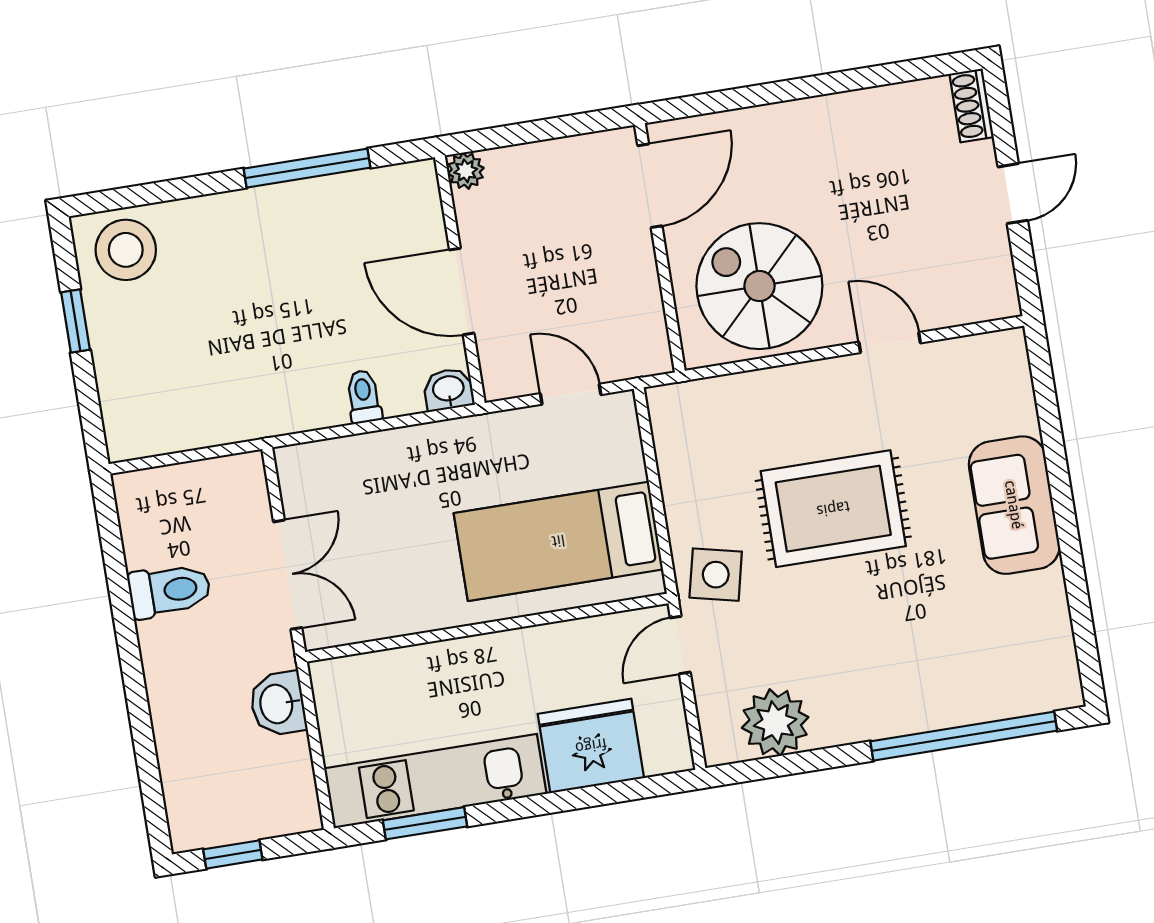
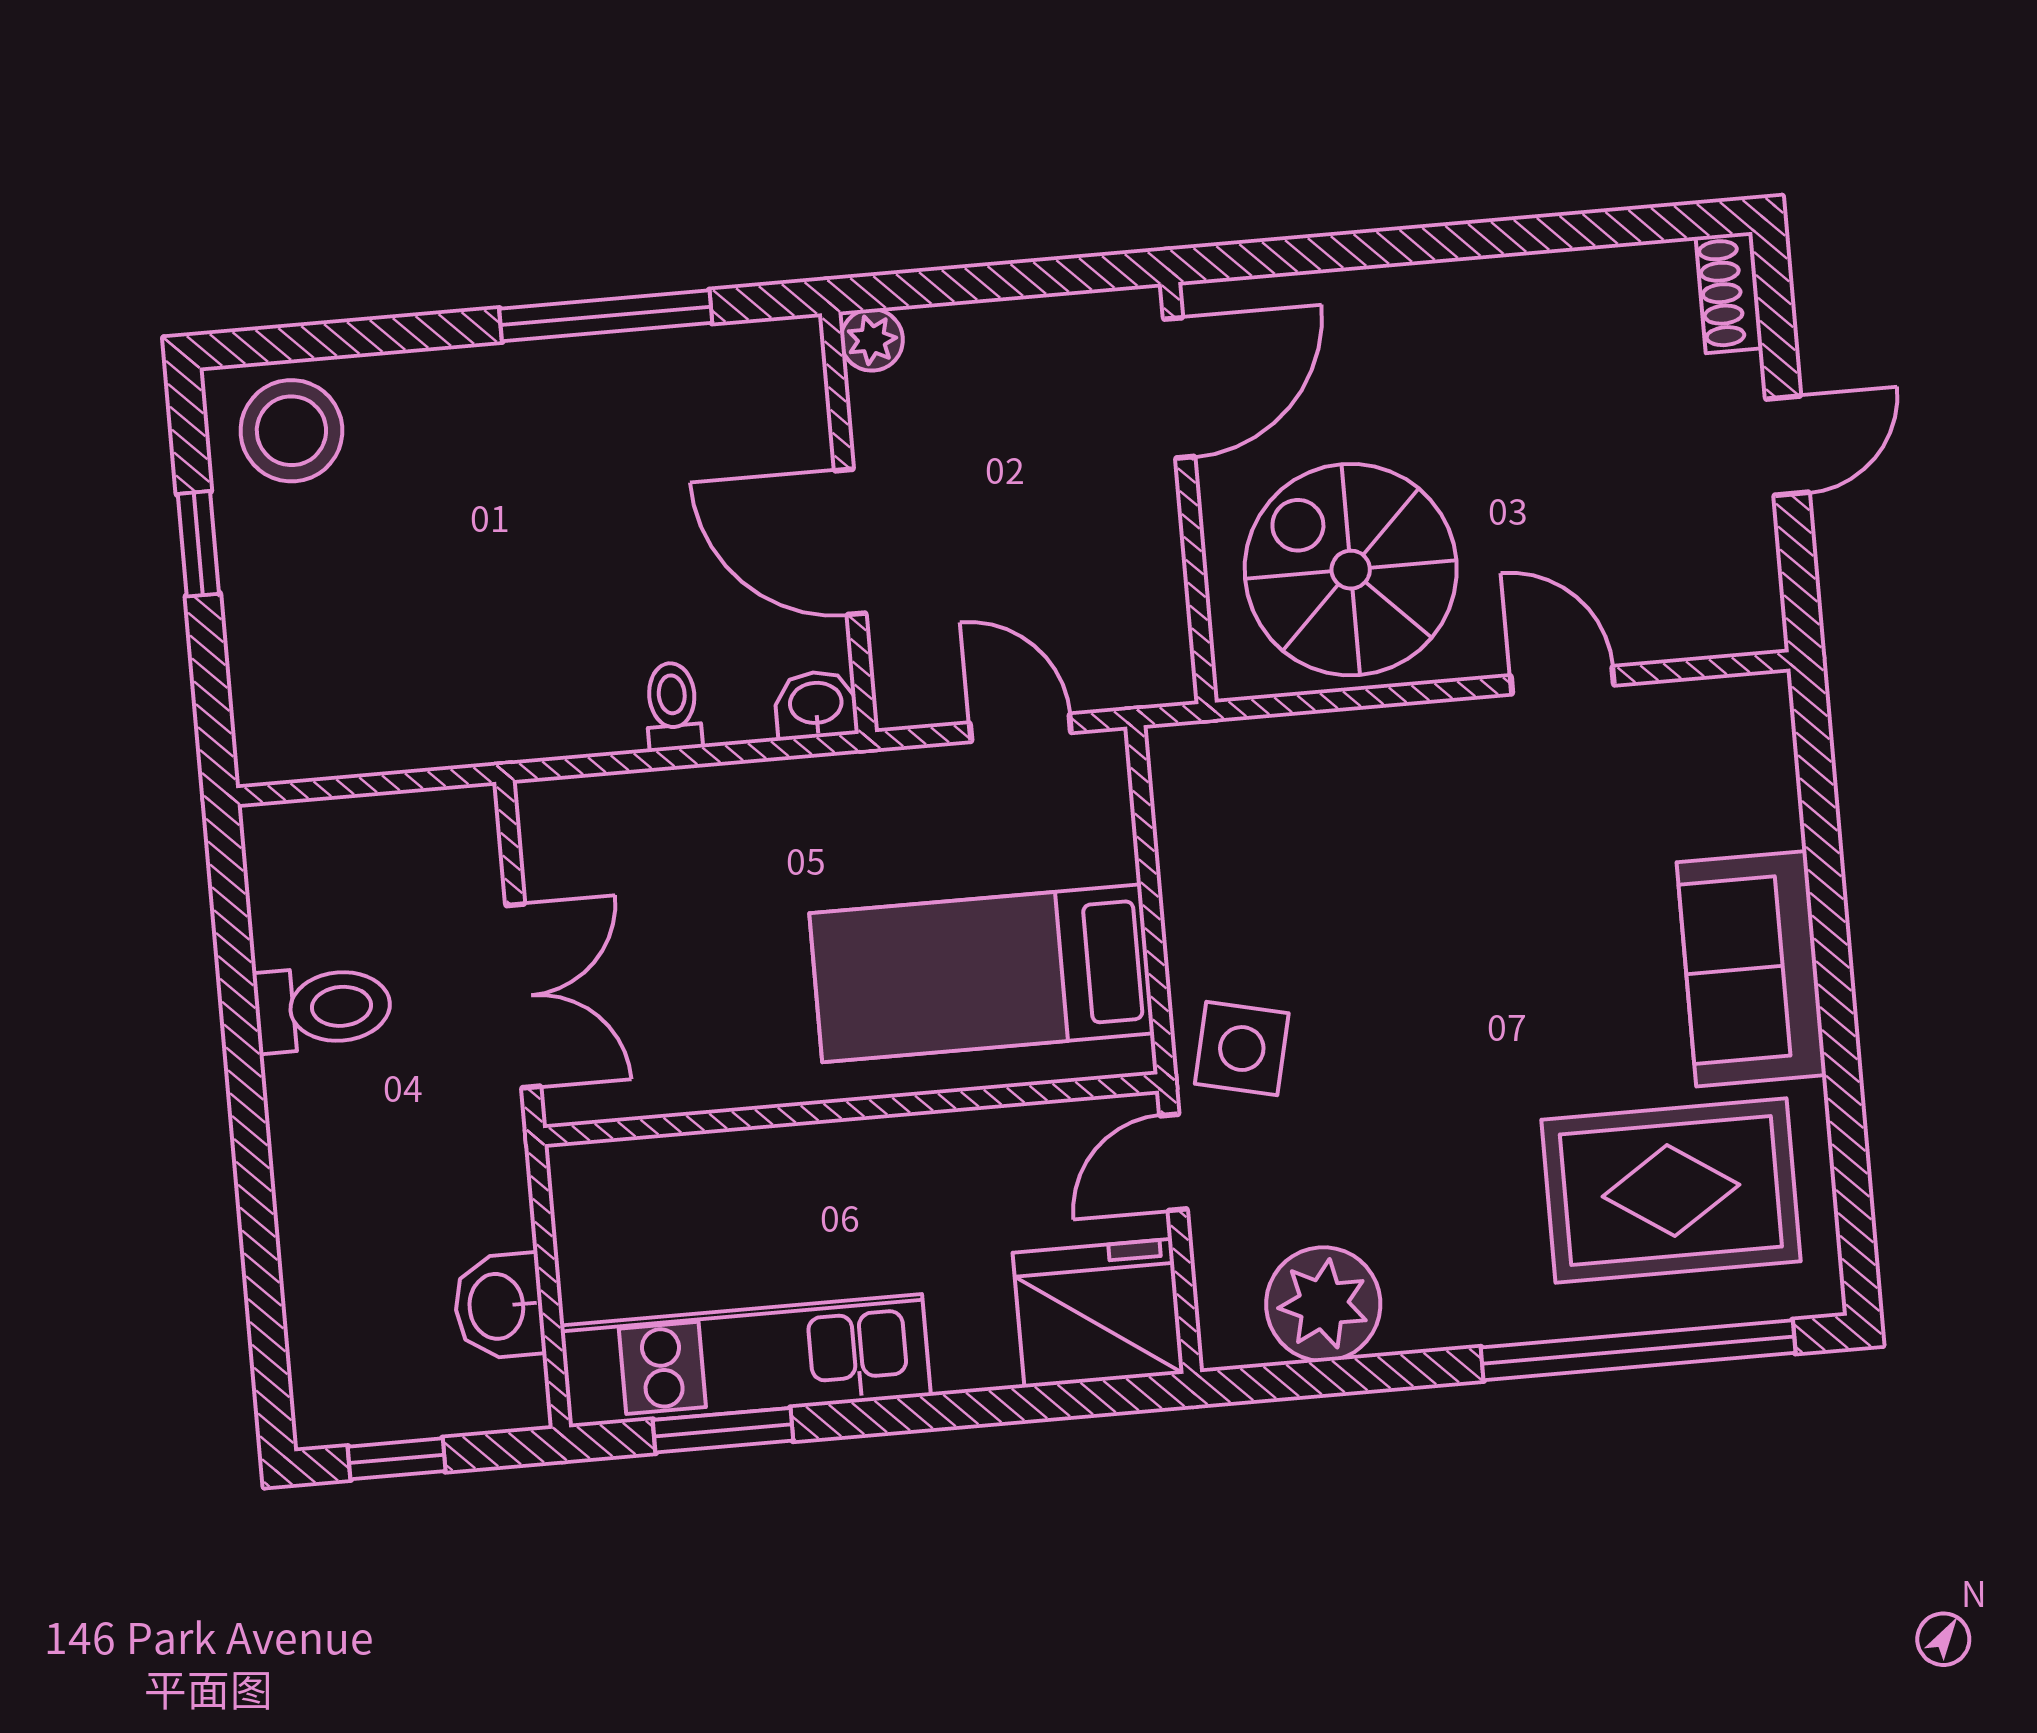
rug: (833, 509) -> (1671, 1191), moved
washbasin: (278, 704) -> (499, 1306), moved
fridge: (591, 746) -> (1098, 1313), moved

